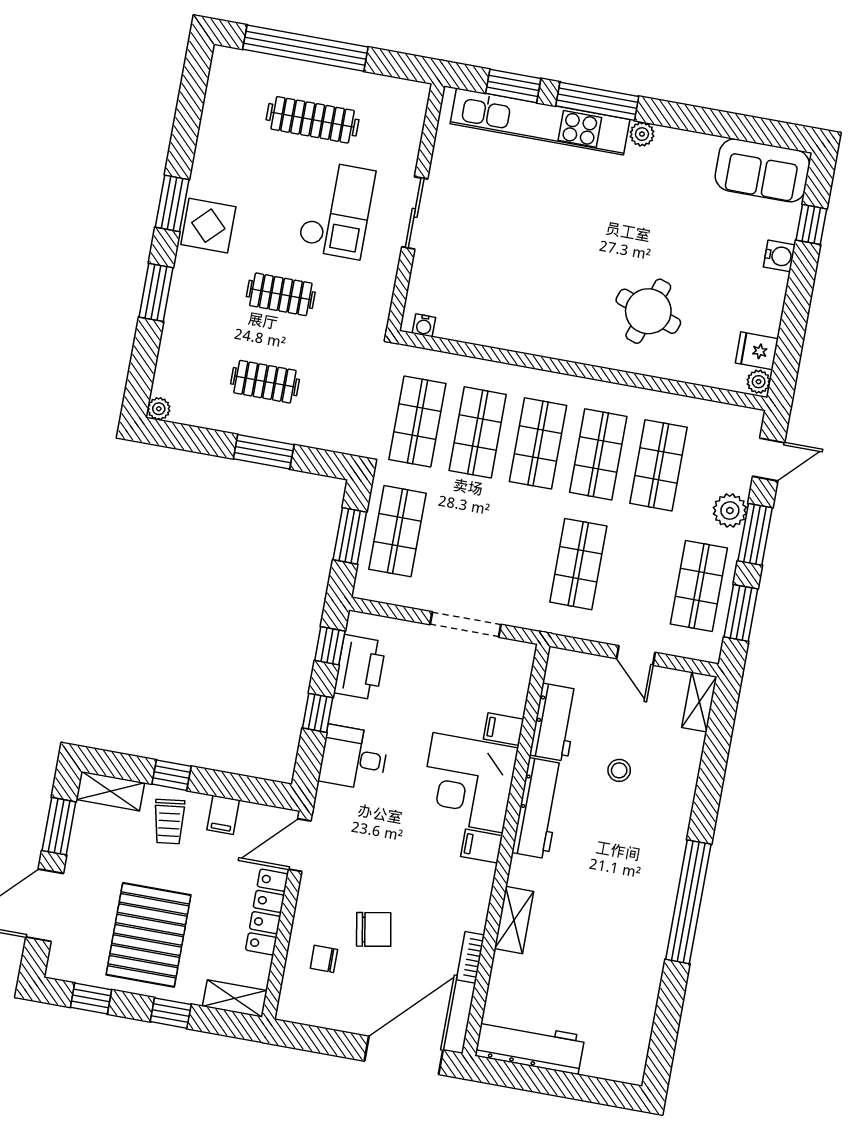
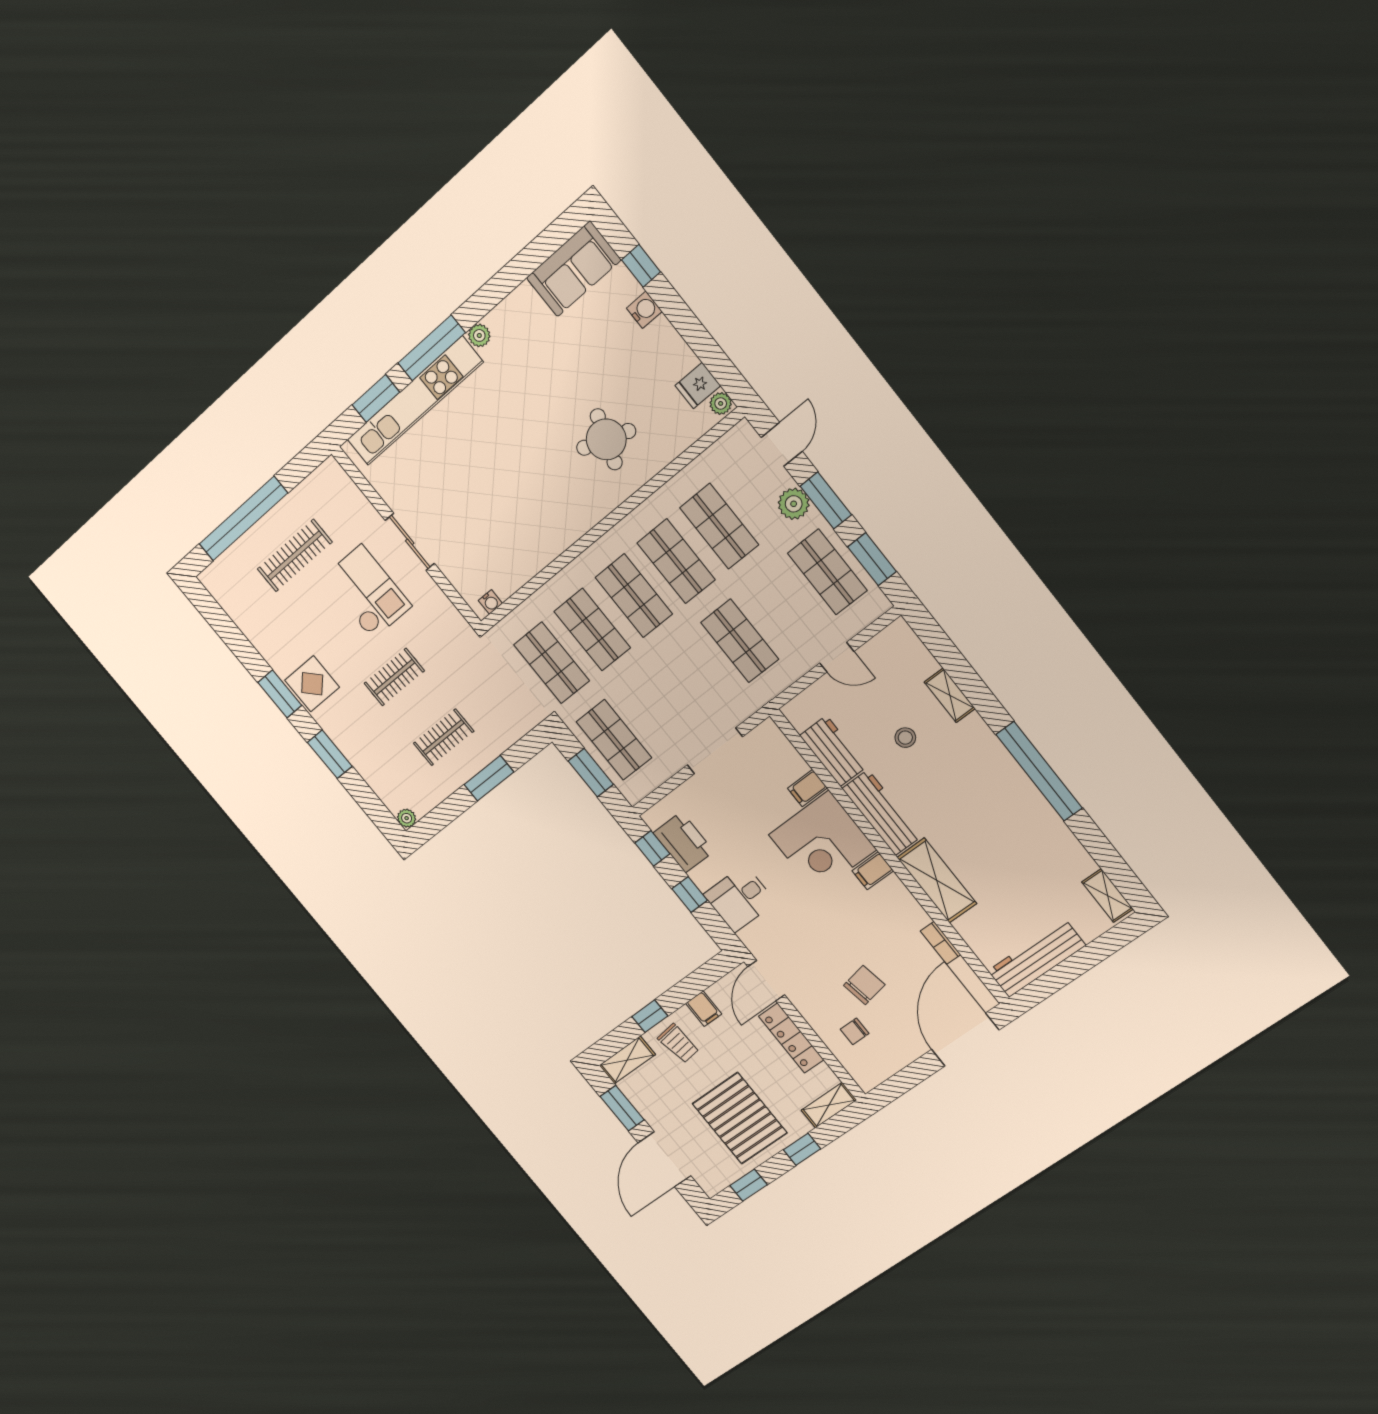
shelving: (699, 702) -> (950, 695), moved
shelving: (514, 920) -> (937, 881), width x1.50, depth x1.33
shelving: (636, 1051) -> (1107, 896), added

